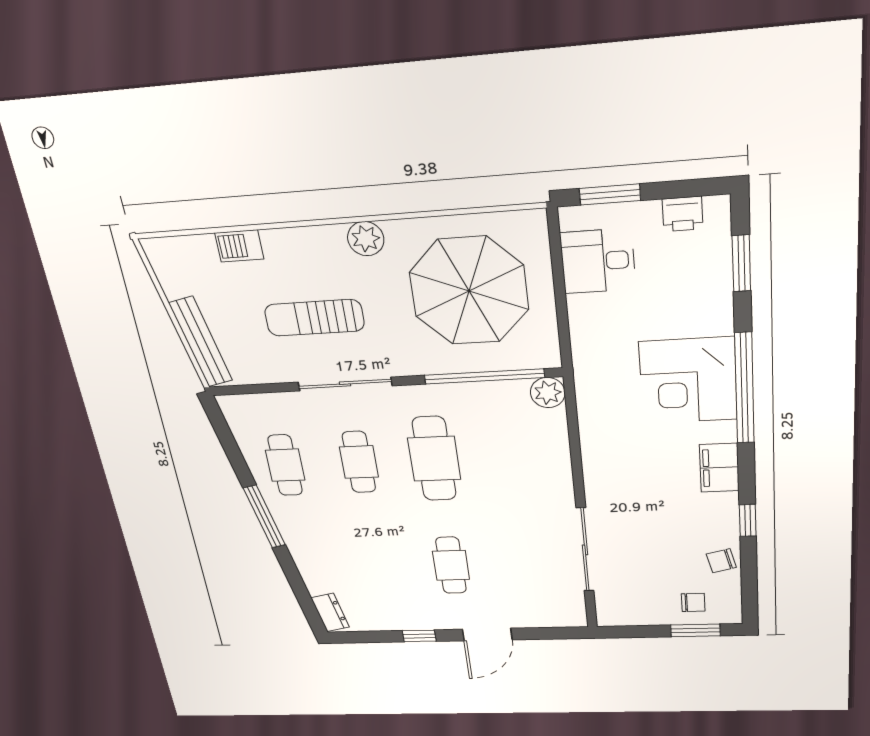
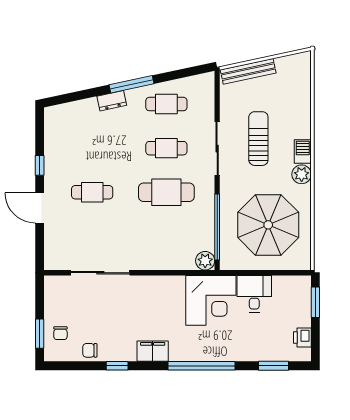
barbecue: (239, 246) -> (303, 152), moved
desk: (598, 261) -> (254, 294), moved
corner desk: (688, 381) -> (211, 300), moved, turned 180
chair: (721, 561) -> (90, 350), turned -76
dresser: (330, 612) -> (112, 101), moved

